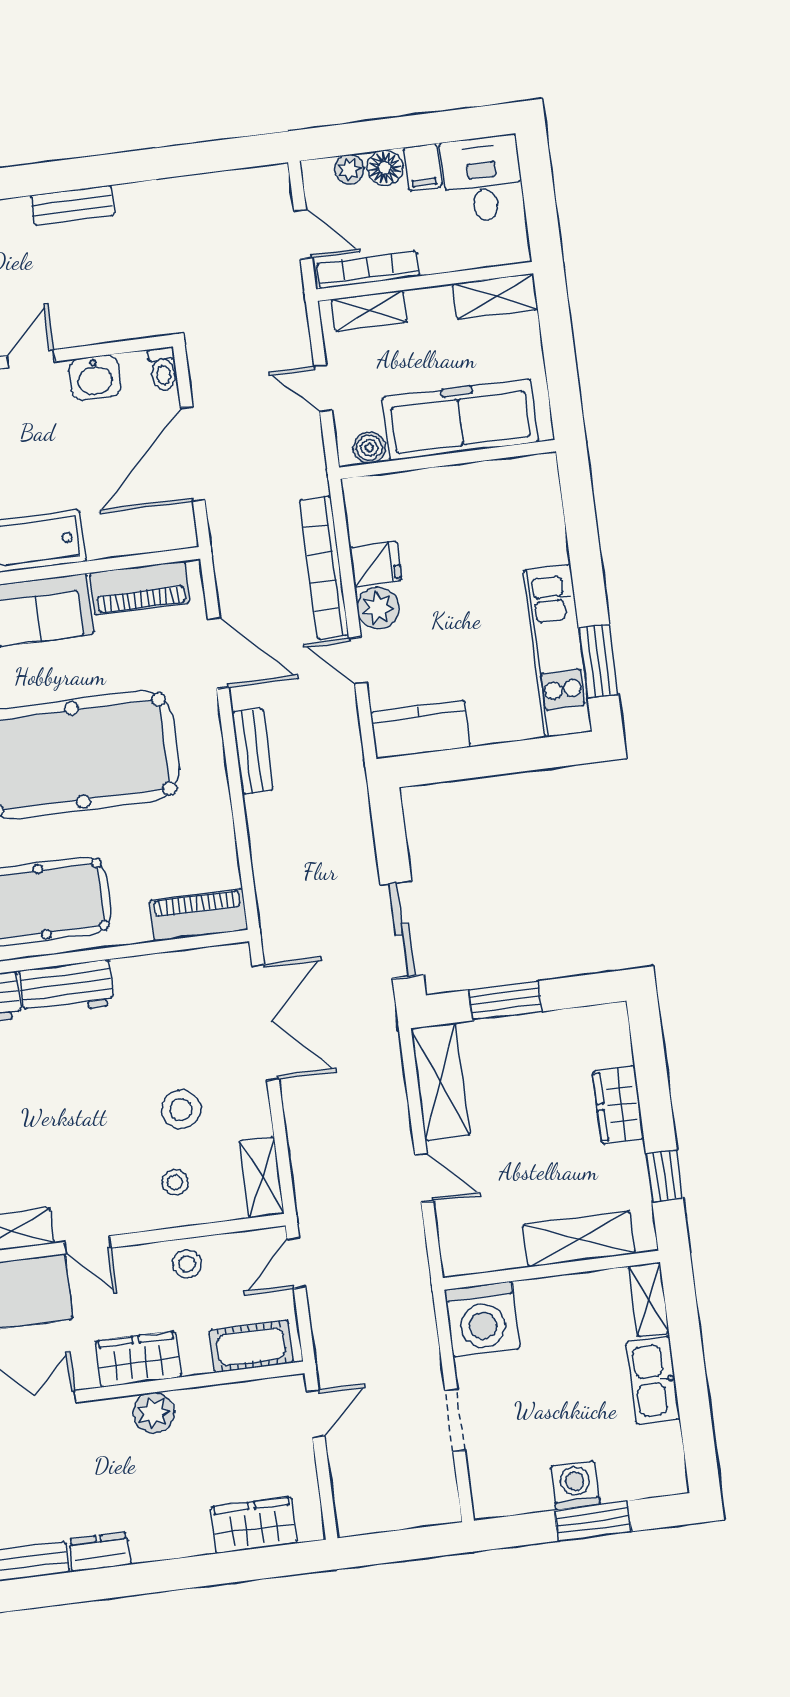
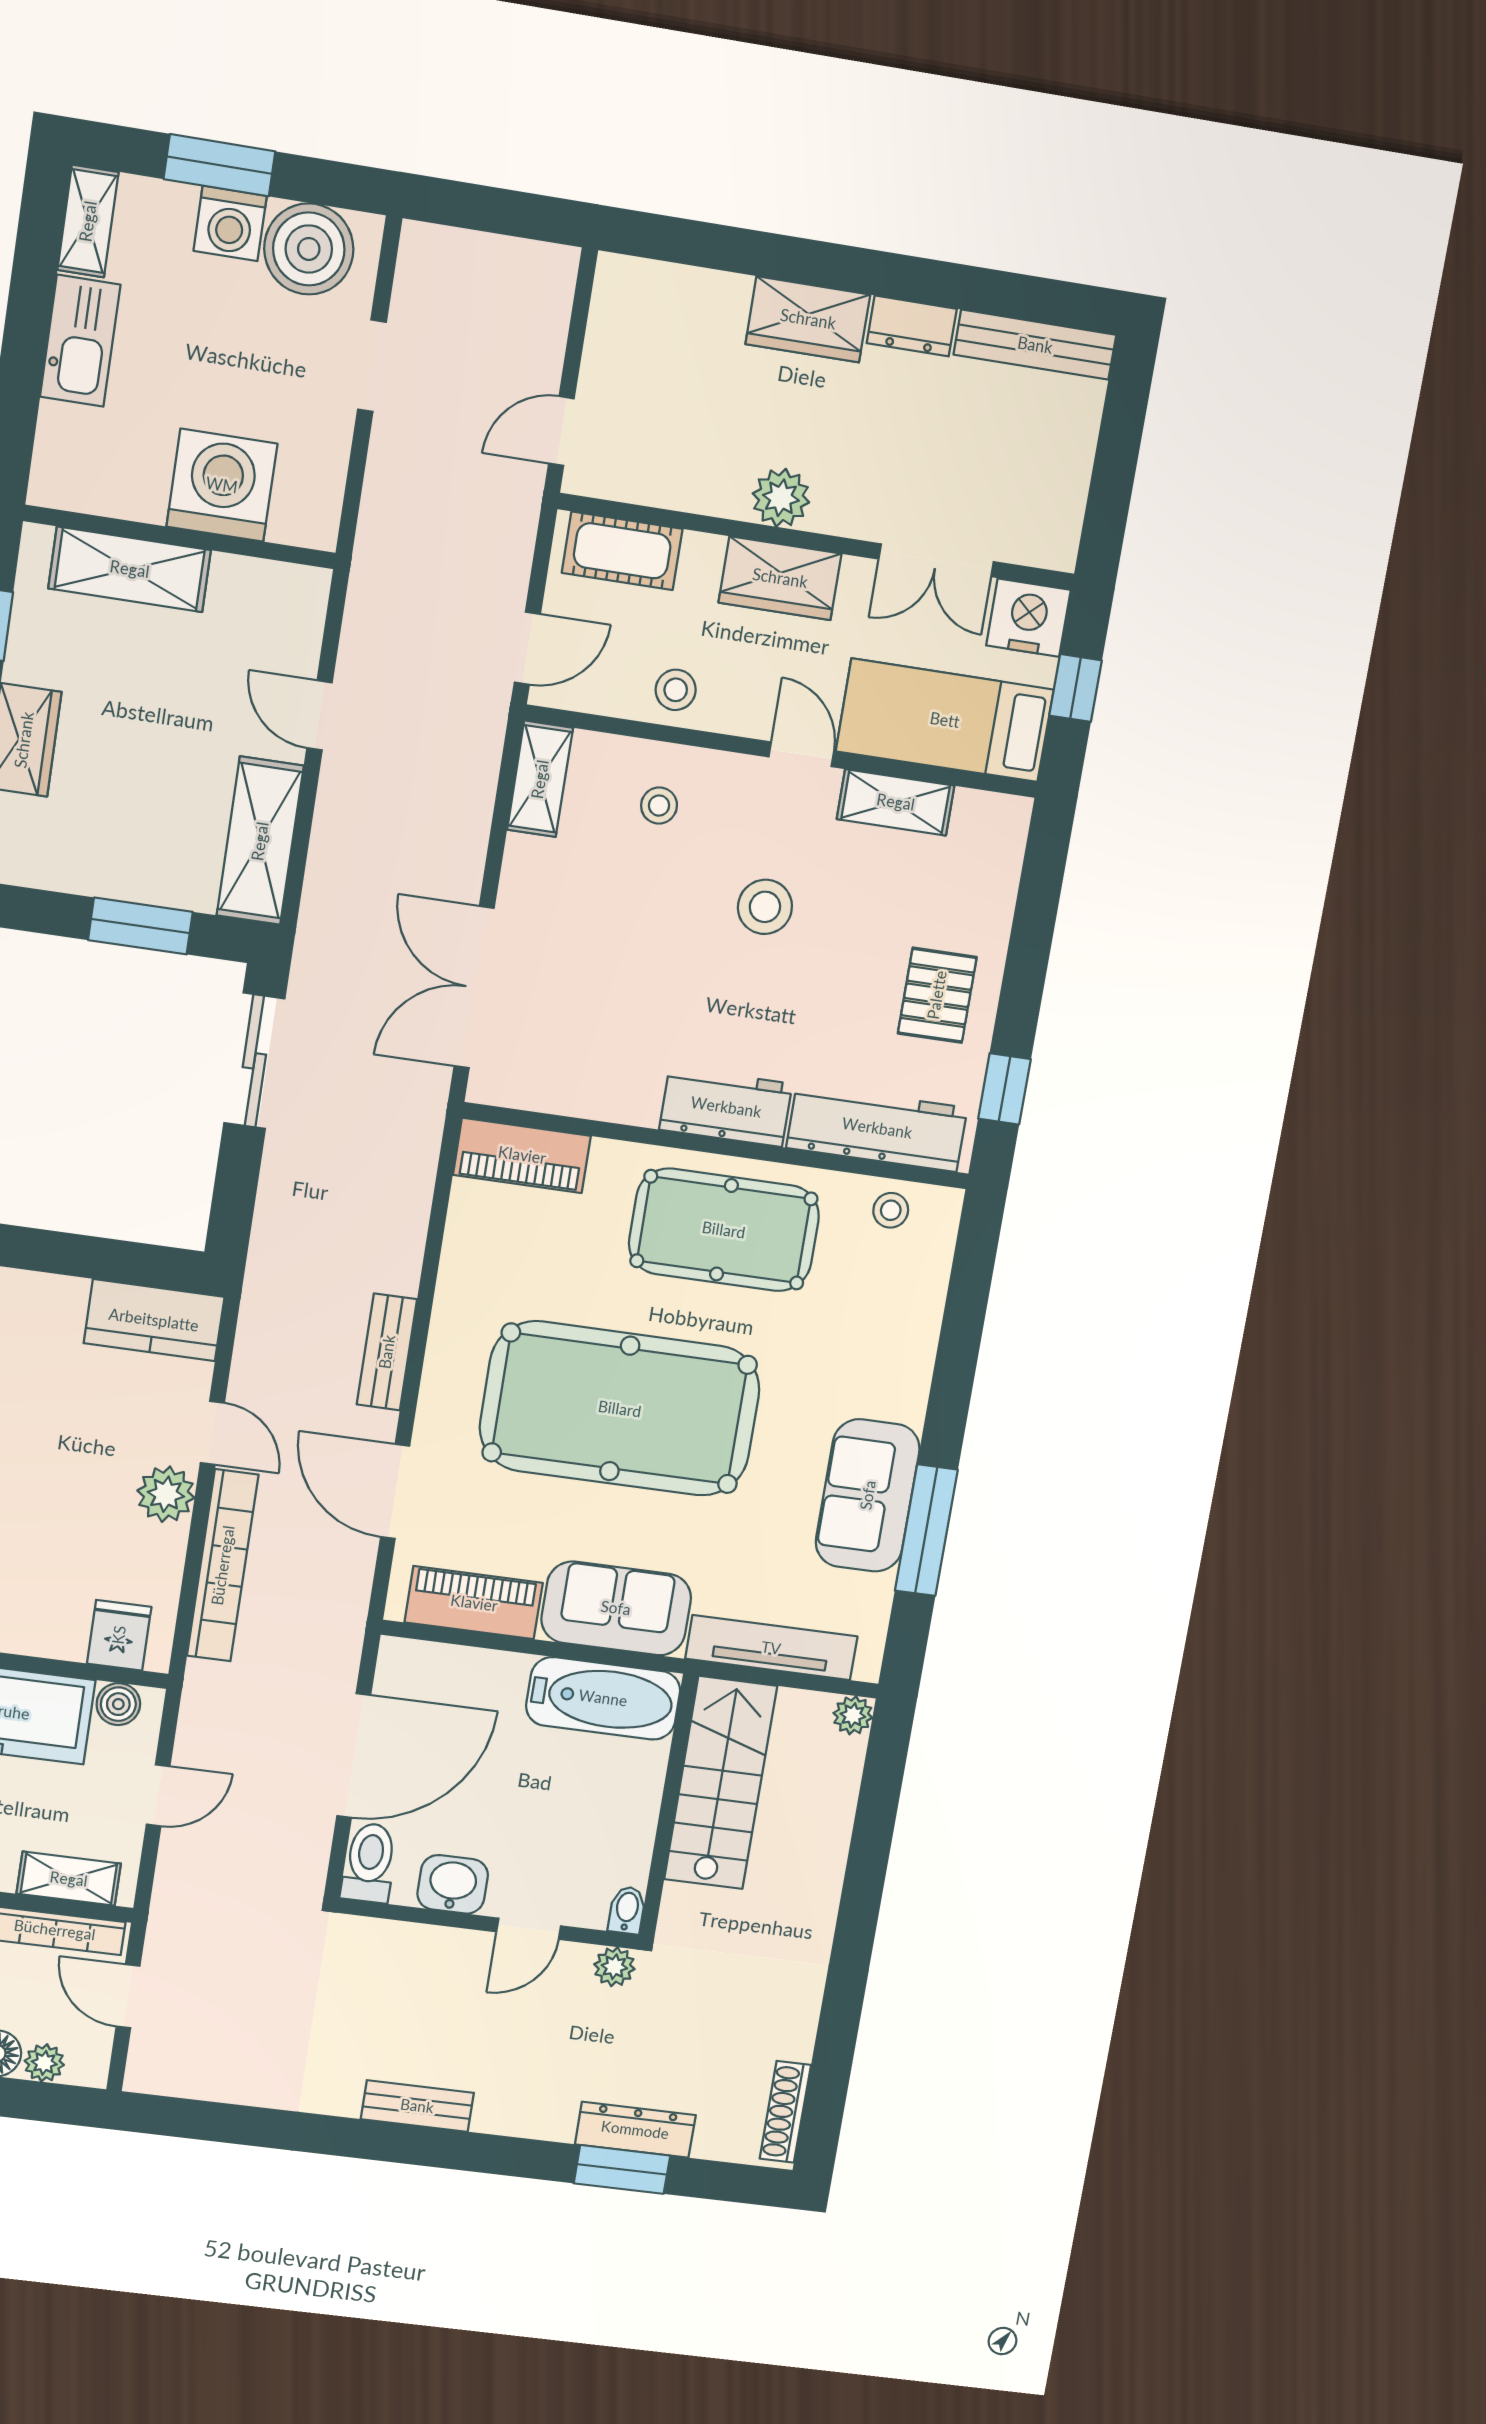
toilet: (163, 369) -> (369, 1863), width x1.37, depth x1.39
door: (323, 388) -> (158, 1795), hinge flipped
fridge: (376, 564) -> (119, 1635), moved, turned 90
stool: (181, 1109) -> (765, 907), moved
shelving: (649, 1299) -> (88, 221), moved
washing machine: (482, 1319) -> (222, 485), moved
boiler: (519, 1484) -> (309, 249), added
wardrobe: (254, 1525) -> (808, 319), moved

